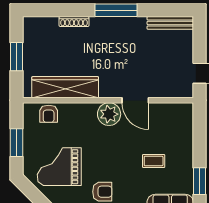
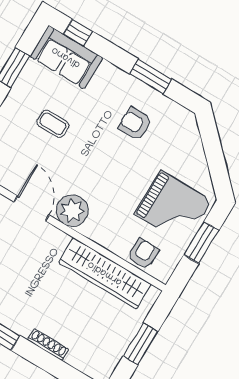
grand piano: (59, 167) -> (173, 208), moved

